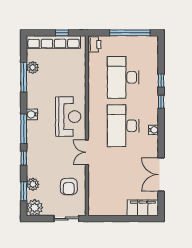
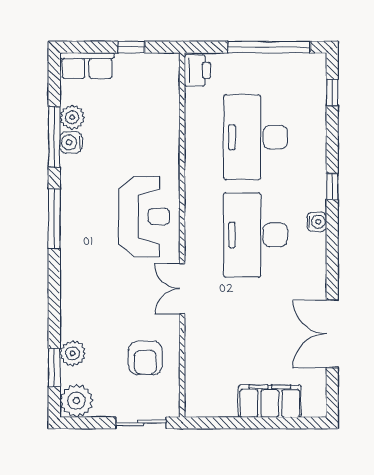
row of seats: (53, 42) -> (87, 66), width x0.50
window: (161, 80) -> (332, 93), moved
water cooler: (32, 114) -> (71, 142), moved
window: (24, 129) -> (54, 219), moved
water cooler: (153, 130) -> (317, 222), moved
window: (24, 158) -> (54, 301), removed
filing cabinet: (143, 208) -> (270, 401), moved

